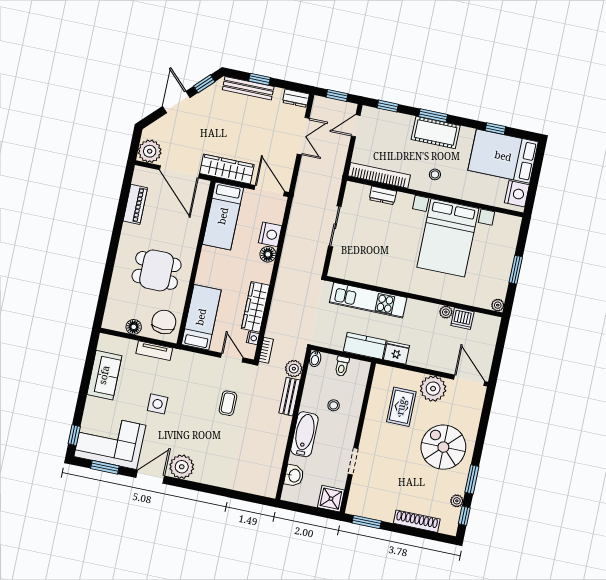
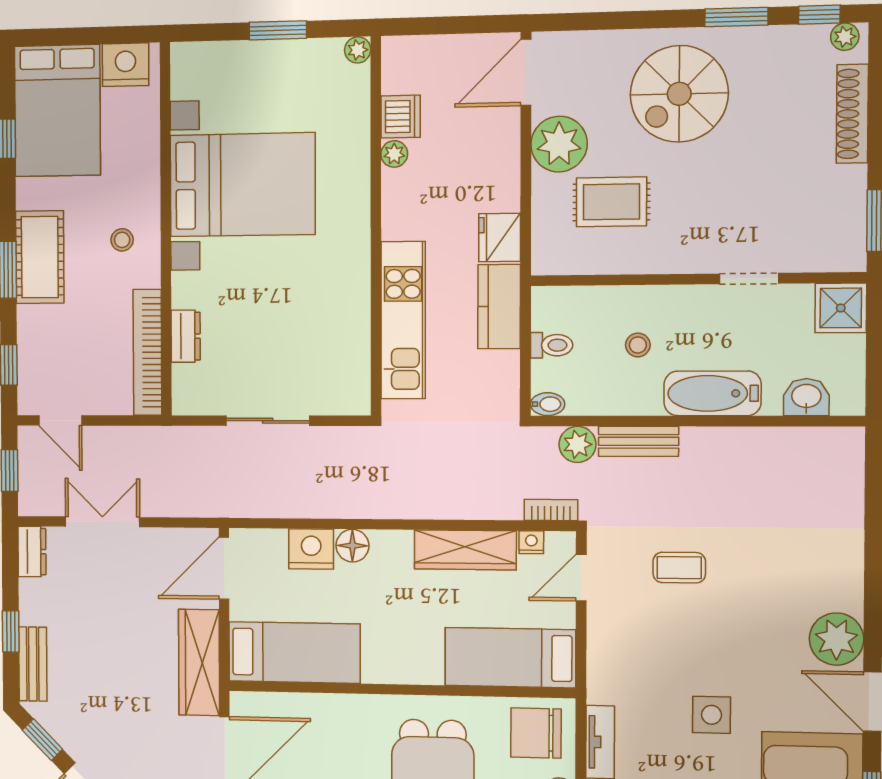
bench: (248, 88) -> (33, 664), width x0.73
plant: (457, 501) -> (845, 37), moved

